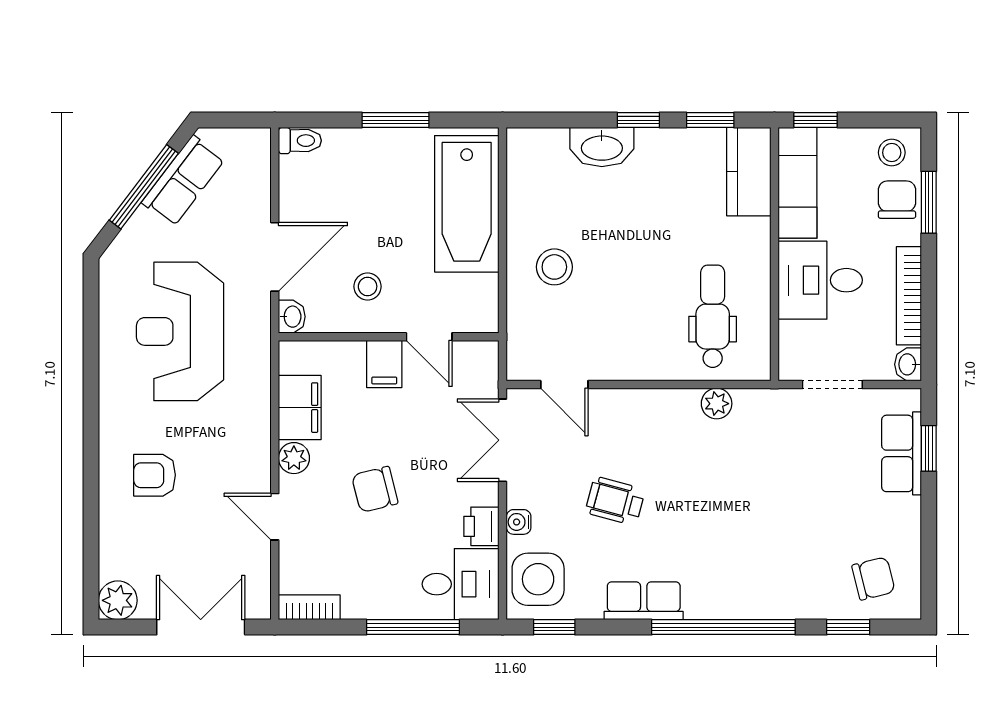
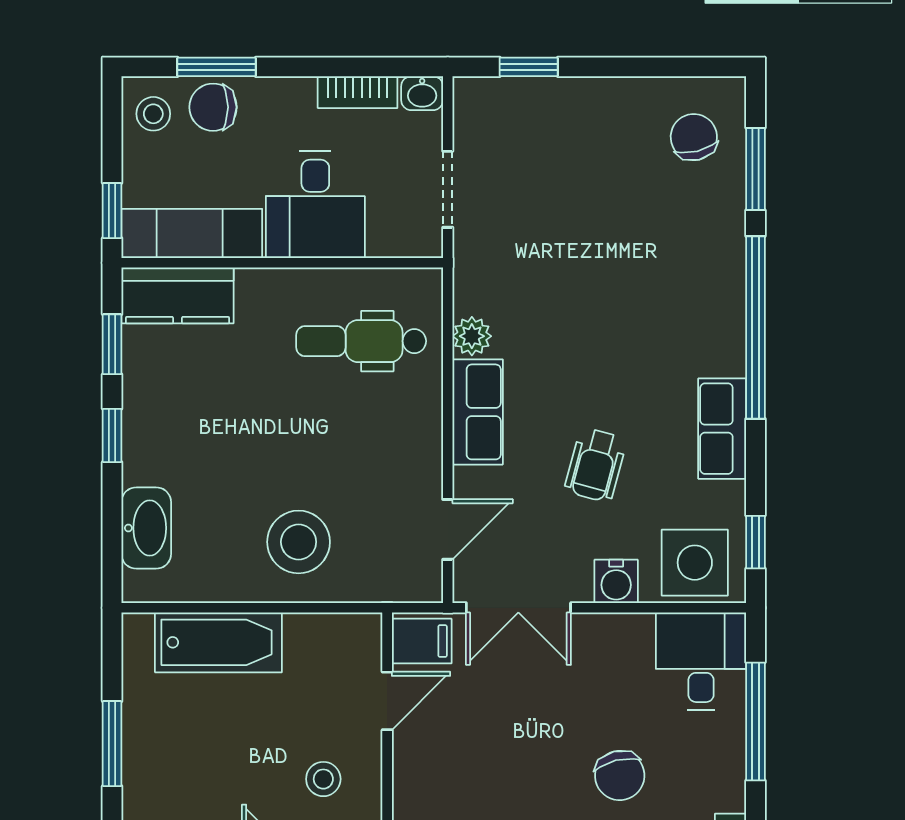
washbasin: (602, 147) -> (146, 528), moved
bathtub: (467, 204) -> (218, 642), width x0.73, depth x0.73
stool: (554, 267) -> (299, 542), width x1.38, depth x1.38
bookcase: (909, 296) -> (358, 92), width x0.64
filing cabinet: (384, 364) -> (422, 641), moved
row of seats: (902, 453) -> (478, 412), moved, turned -90
chair: (375, 489) -> (620, 775), moved
water cooler: (519, 522) -> (616, 581), width x1.38, depth x1.38
printer: (481, 526) -> (628, 635), removed
window: (848, 627) -> (756, 169), width x1.50

